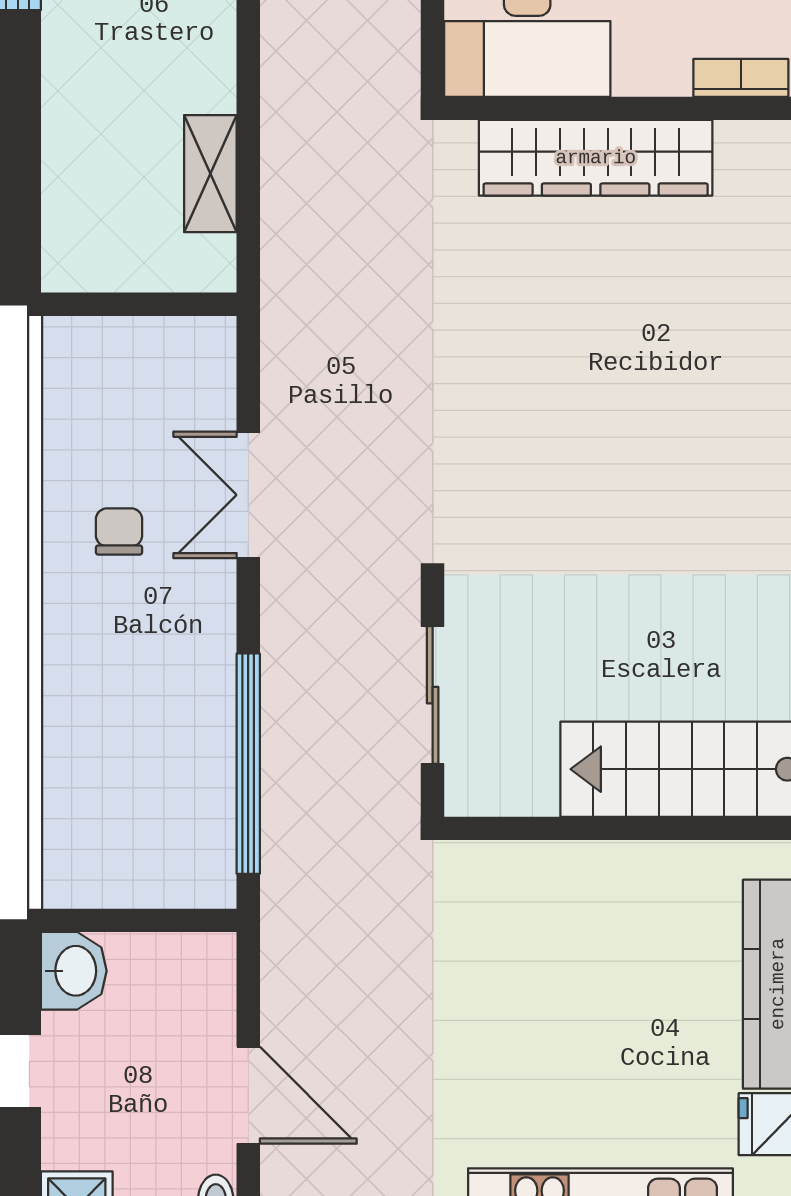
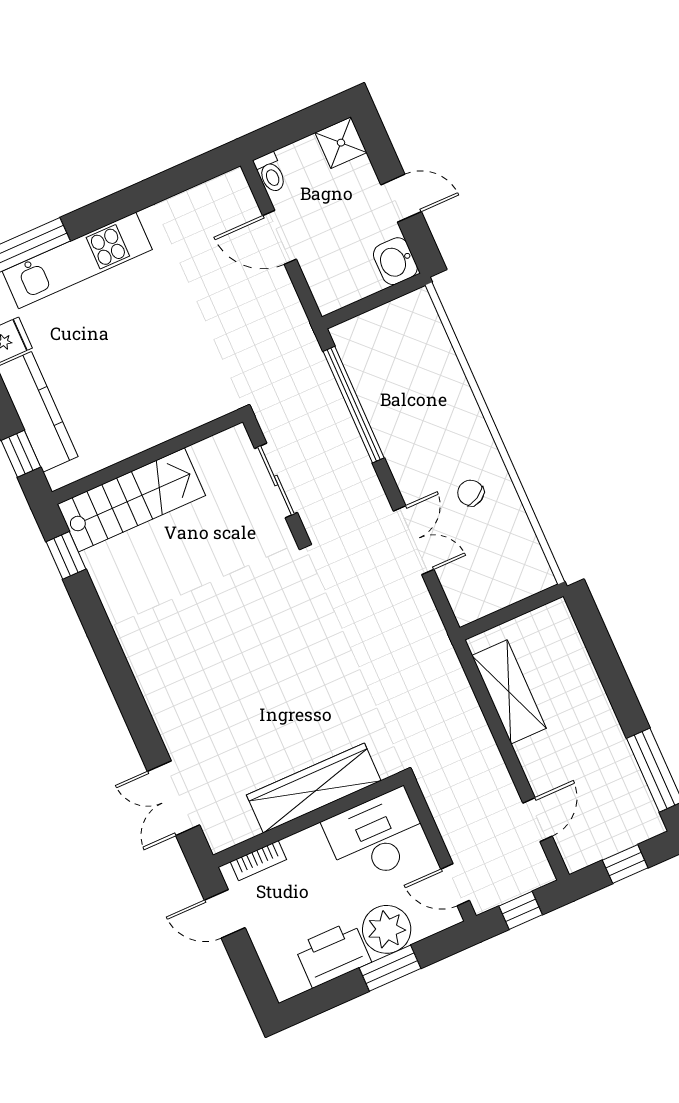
shelving: (210, 174) -> (509, 692), width x1.50, depth x1.33
chair: (119, 531) -> (471, 493), turned 151

